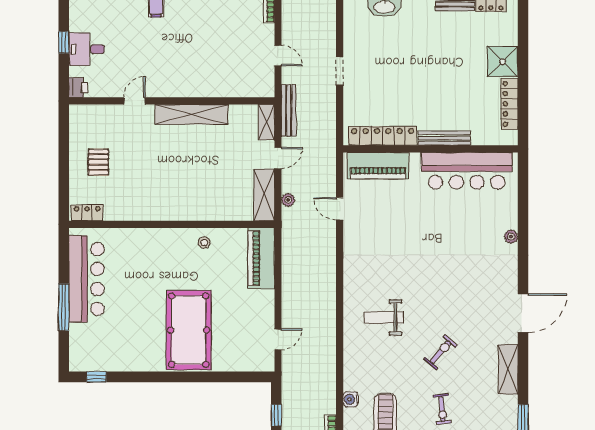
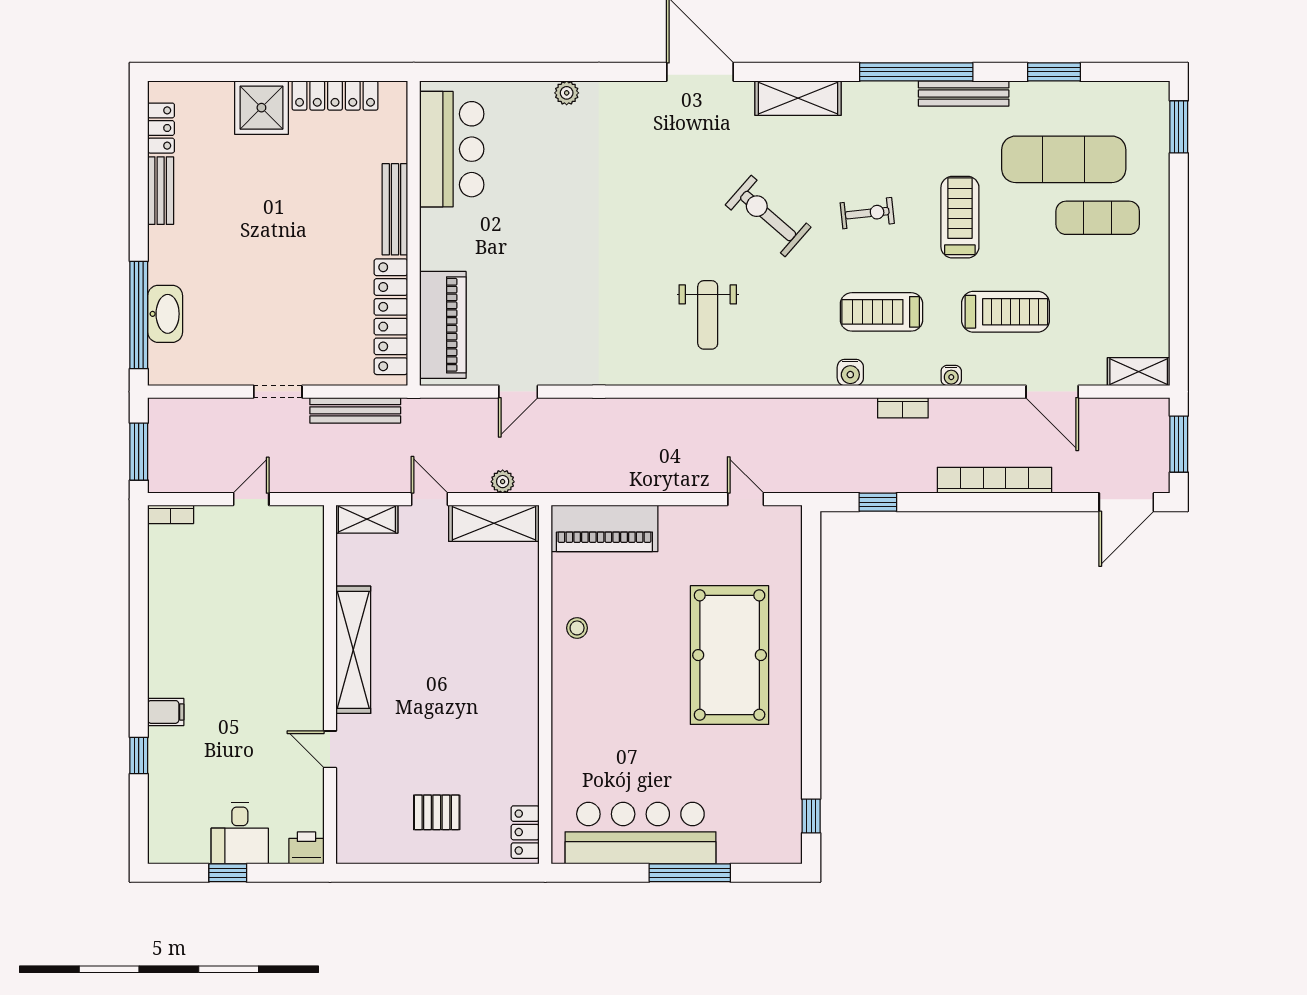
bench: (289, 110) -> (355, 410), moved
bar counter: (467, 171) -> (452, 149), width x0.73
pool table: (189, 330) -> (730, 655), turned 90
exercise bike: (440, 352) -> (768, 216), width x1.38, depth x1.39

